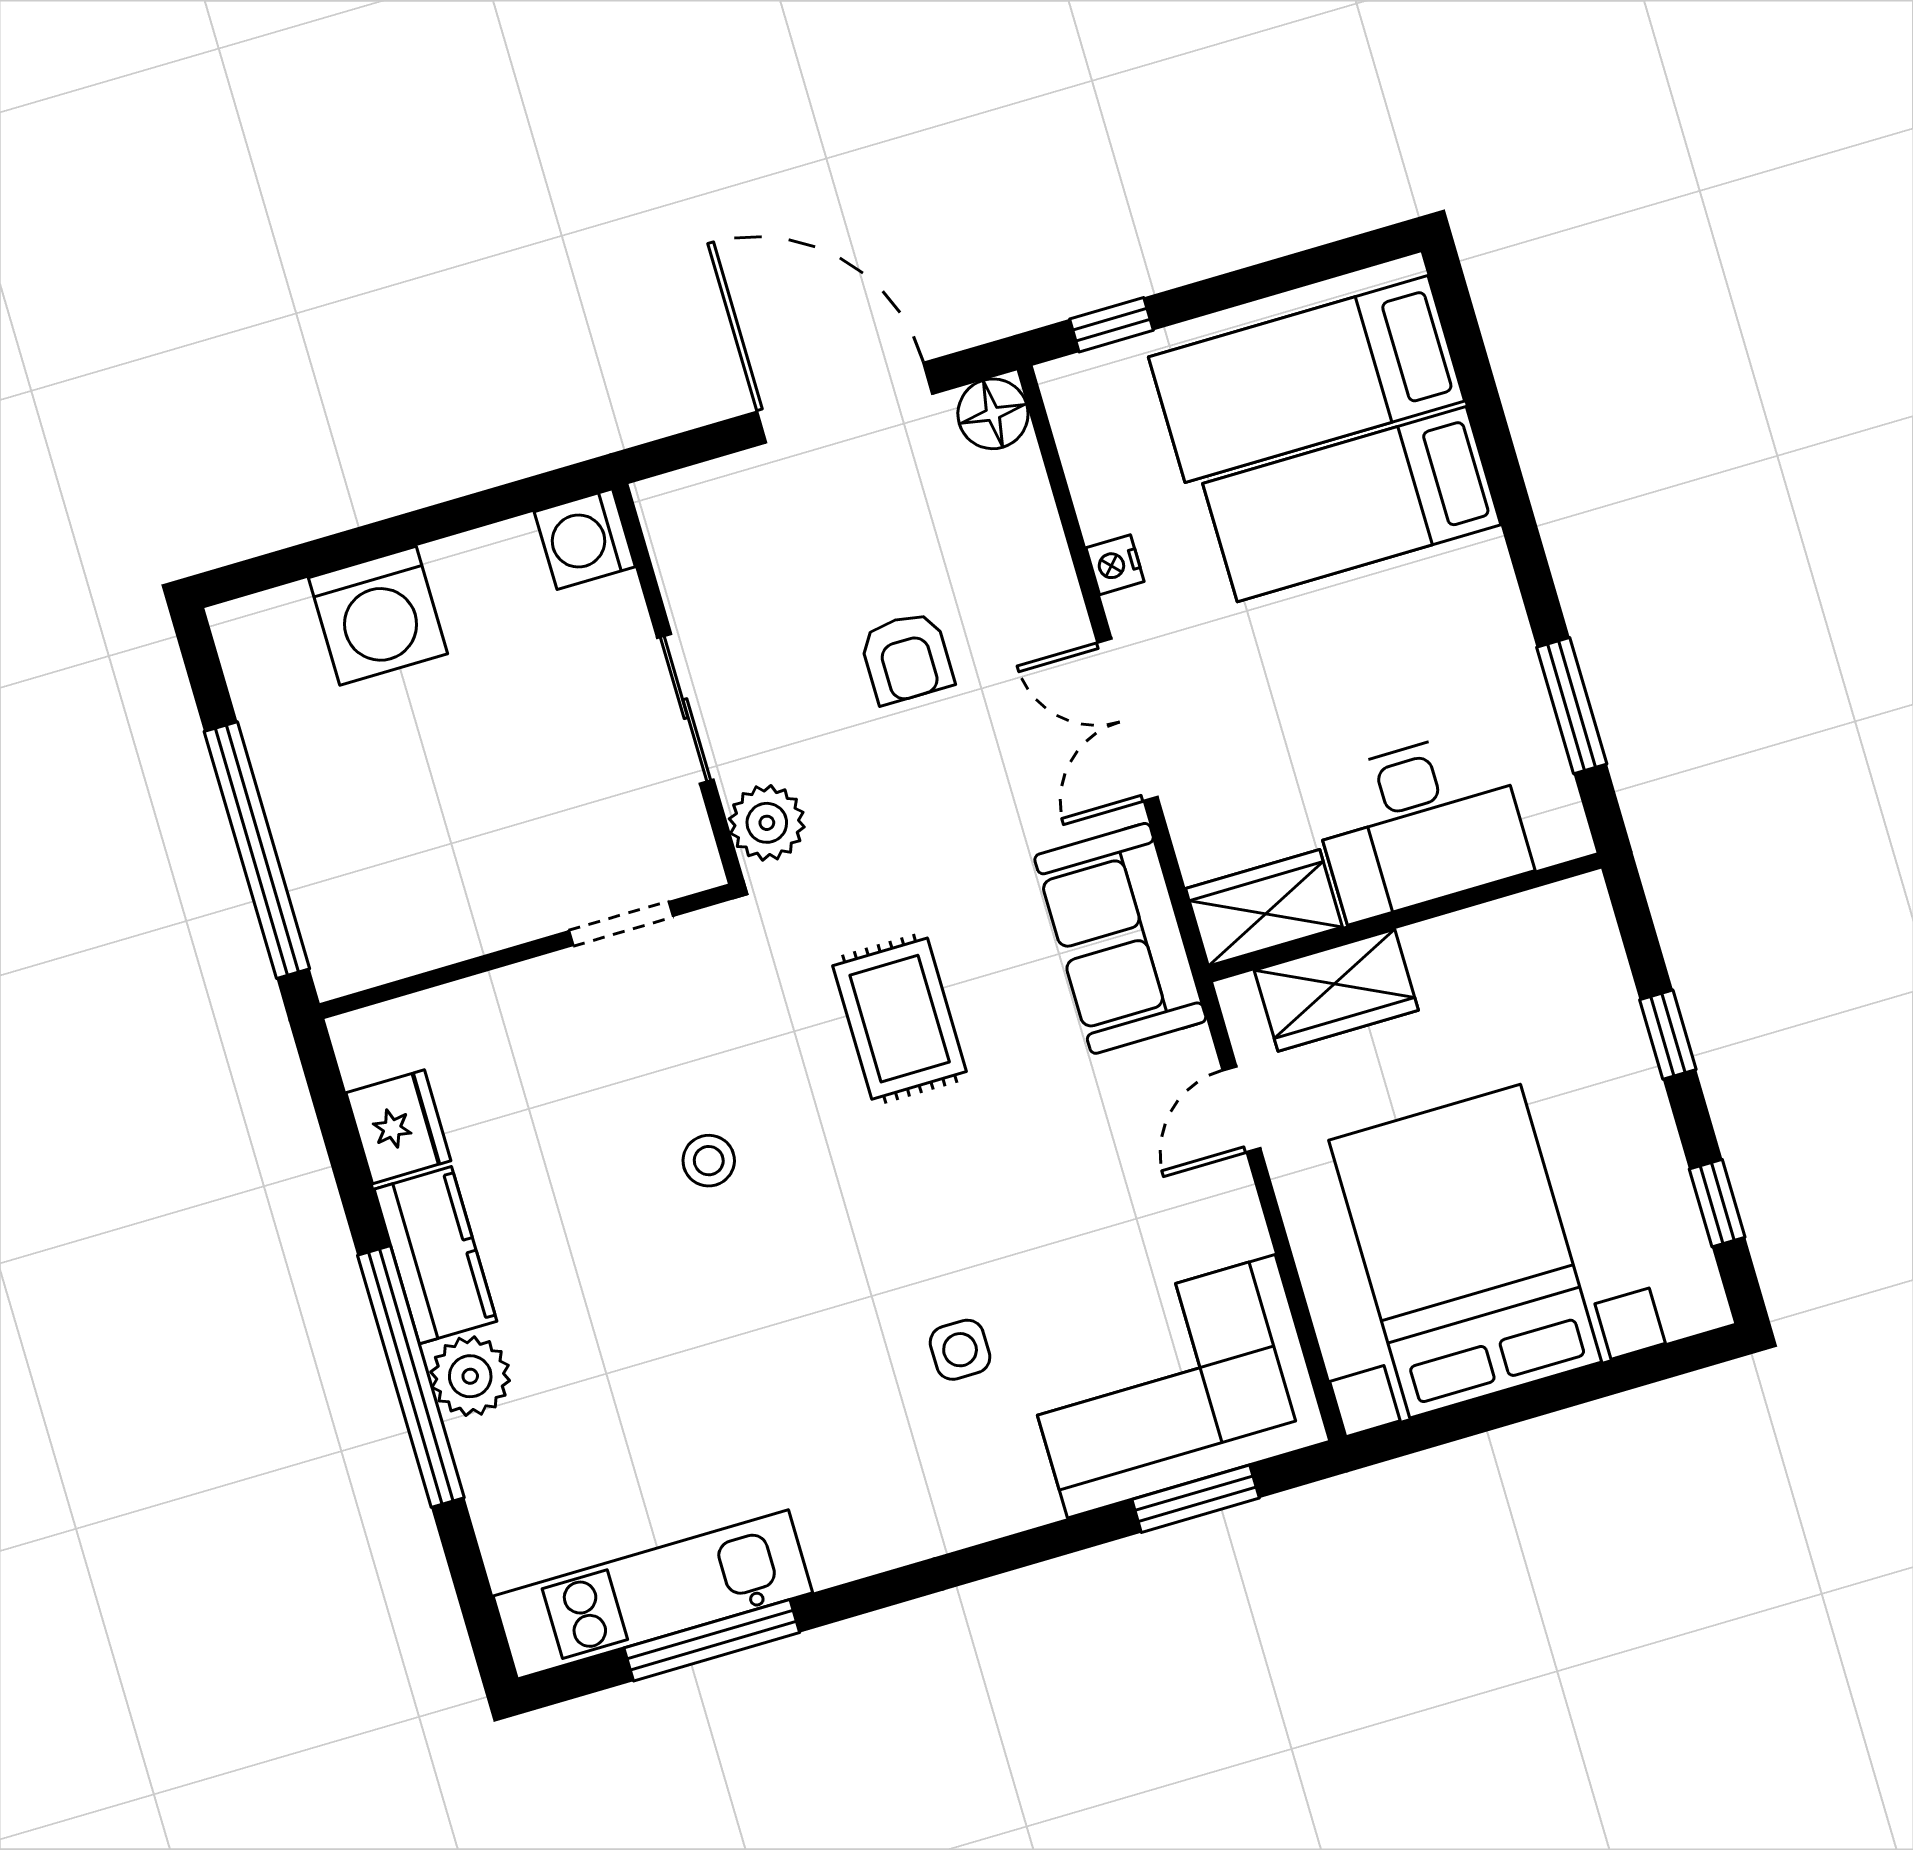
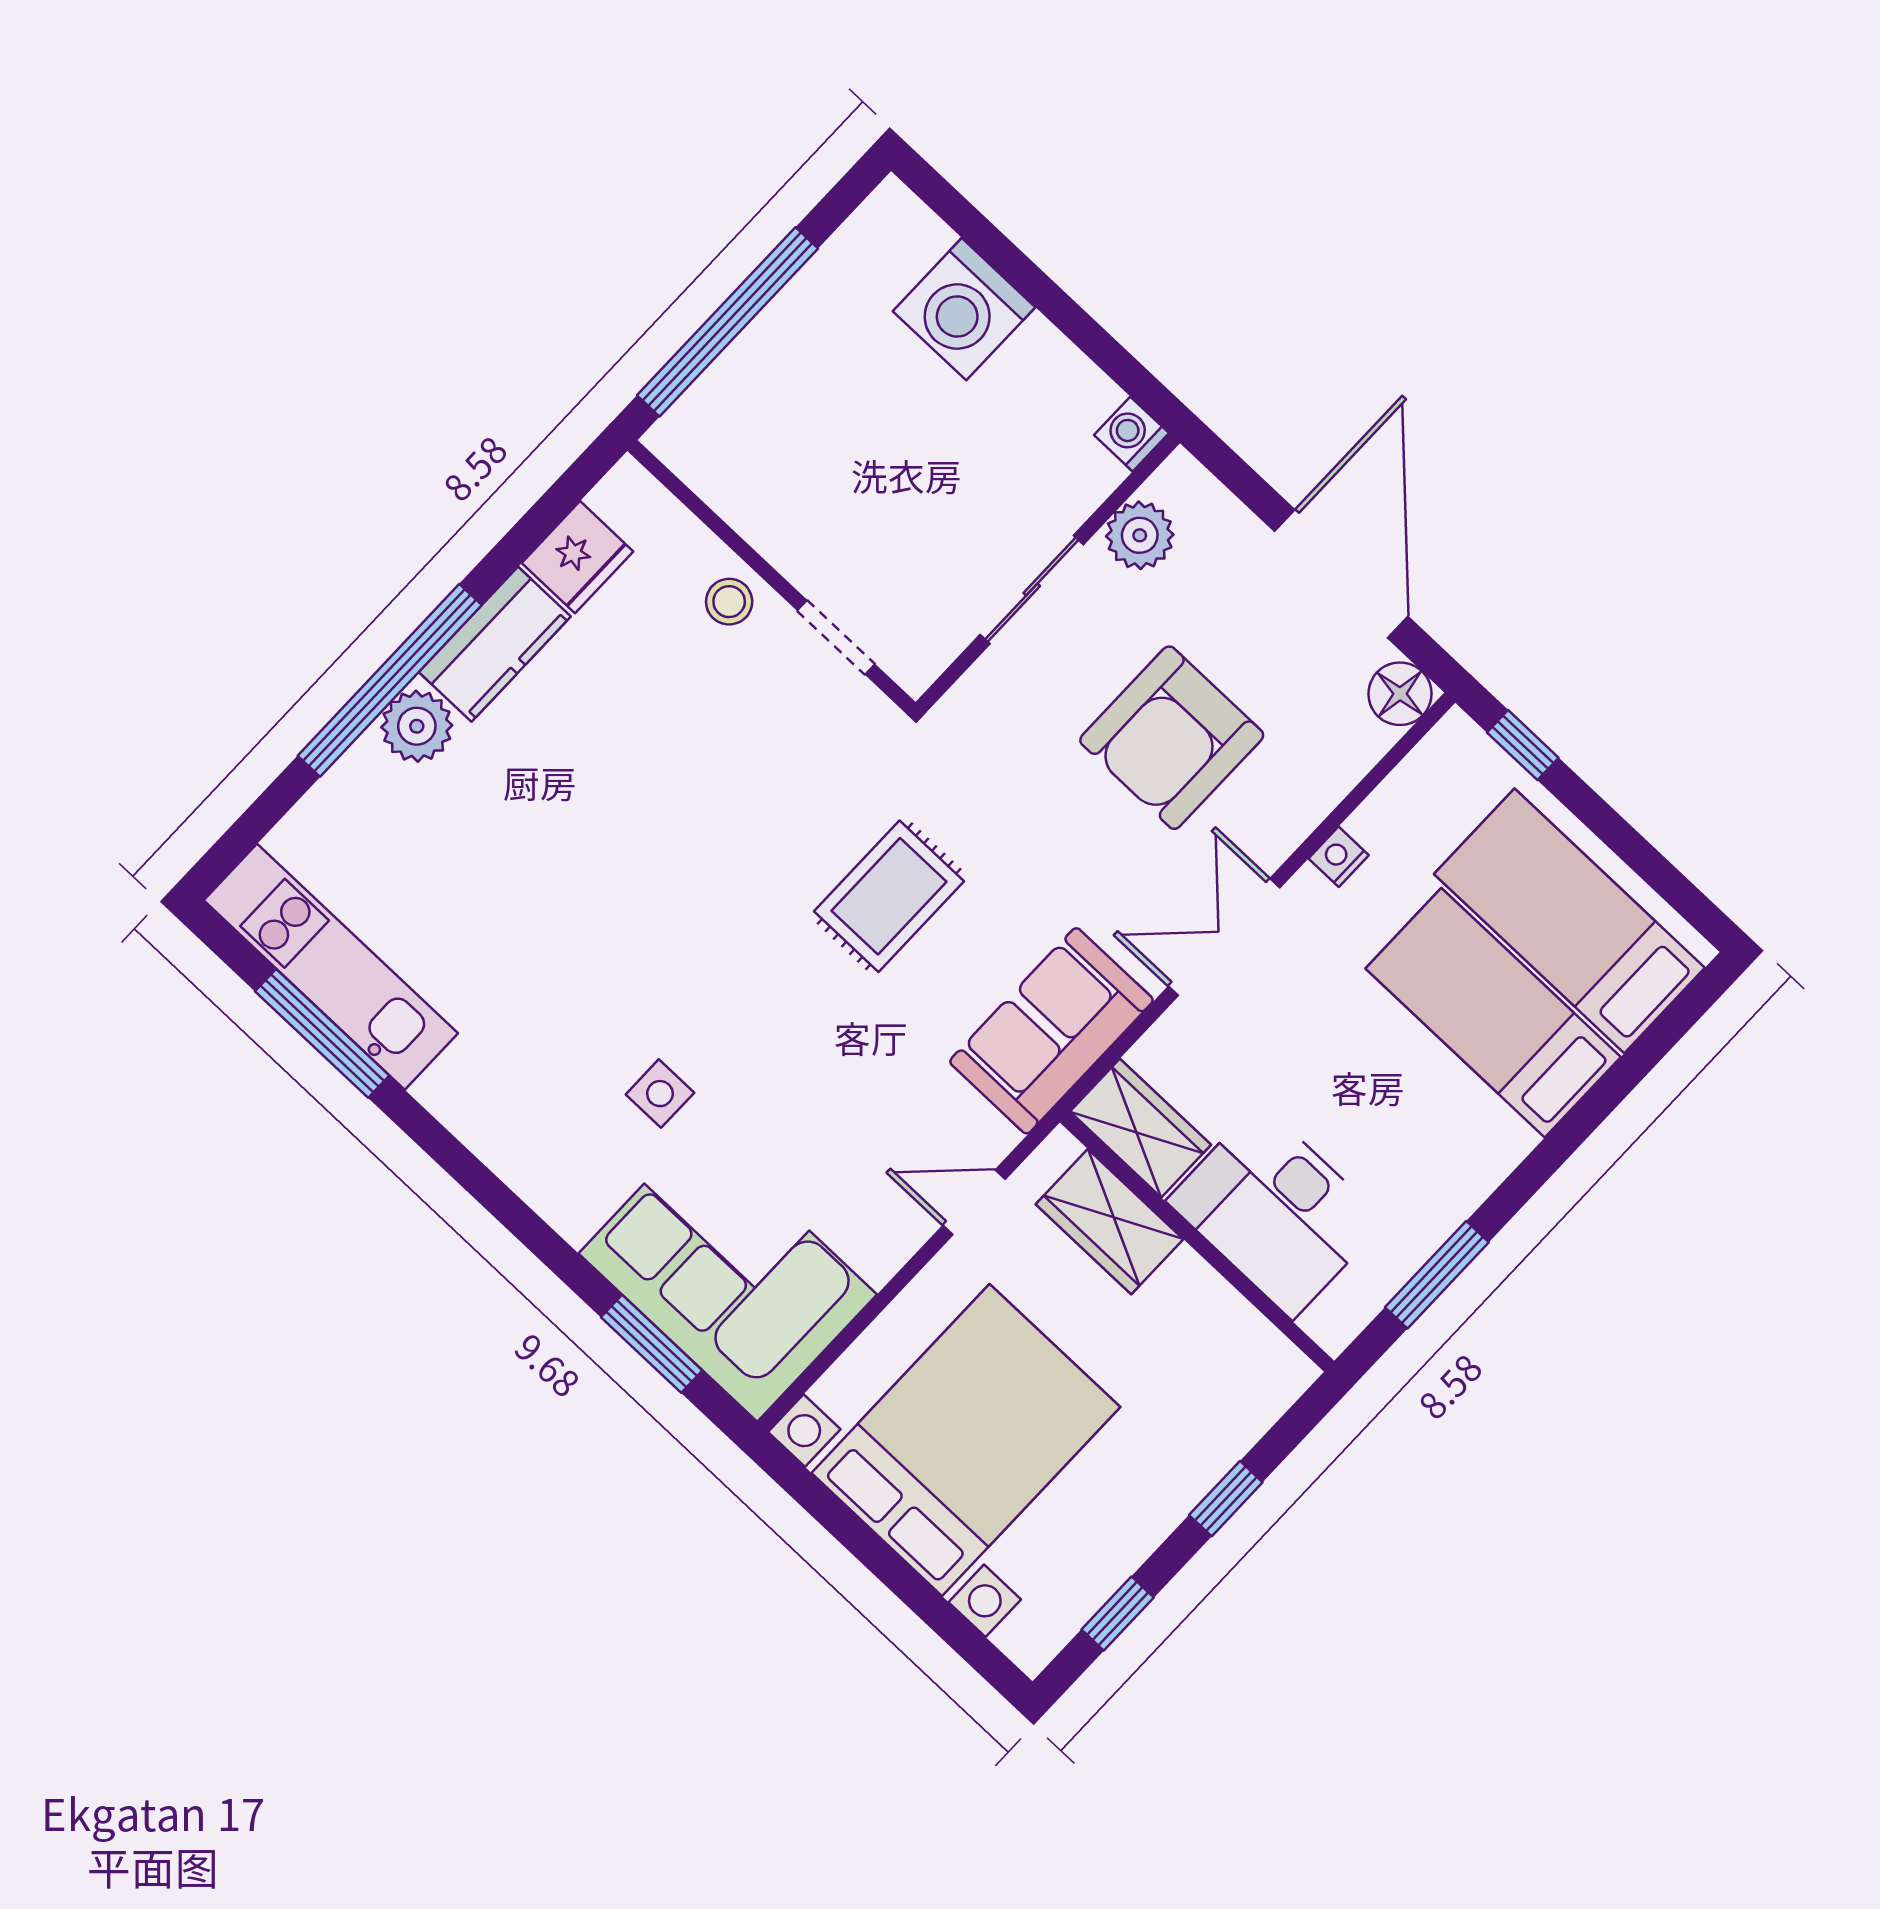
washing machine: (585, 539) -> (1131, 434), width x0.73, depth x0.73
armchair: (907, 658) -> (1172, 738), width x1.88, depth x1.88
plant: (767, 823) -> (1140, 535), moved
stool: (709, 1161) -> (729, 602), moved

